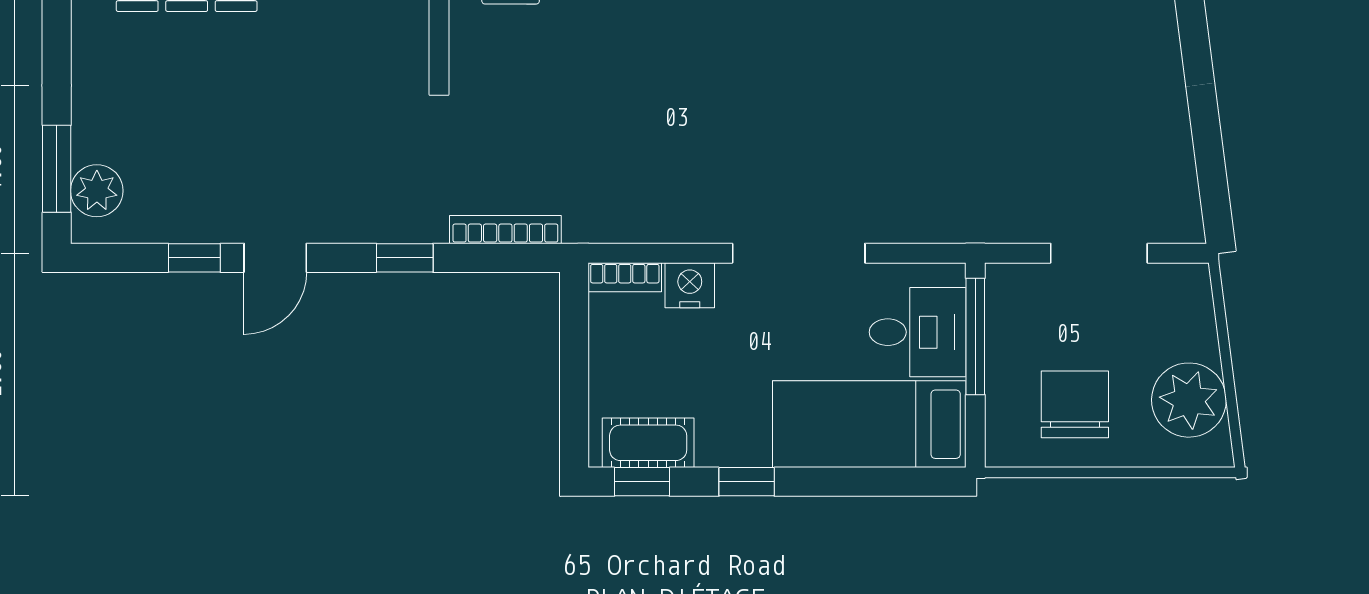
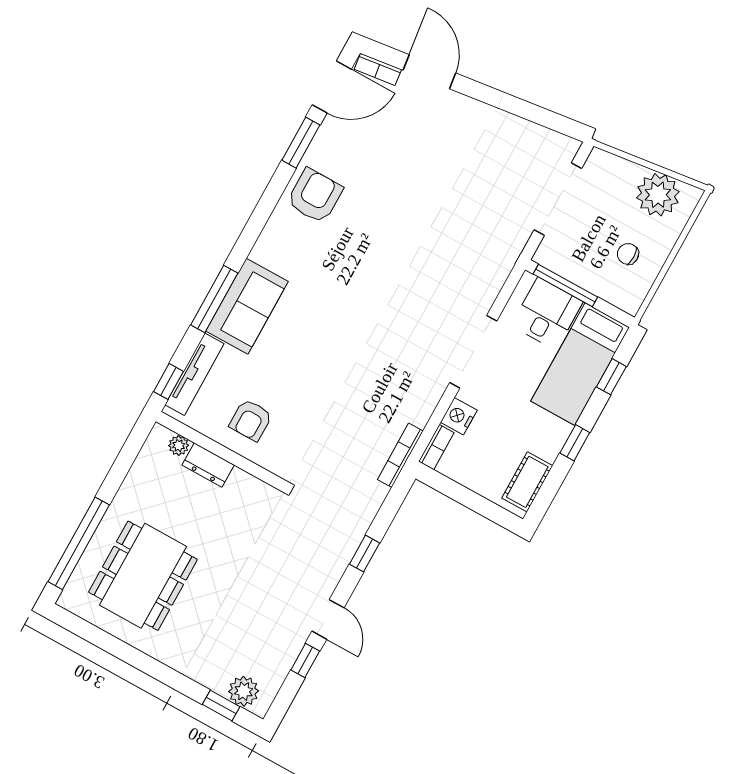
window: (57, 169) -> (221, 705), width x0.67
bookcase: (505, 230) -> (400, 455), moved
doorway: (1099, 253) -> (558, 199), width x1.36
chair: (1075, 404) -> (628, 254), width x0.54, depth x0.54
window: (642, 482) -> (611, 377), moved

